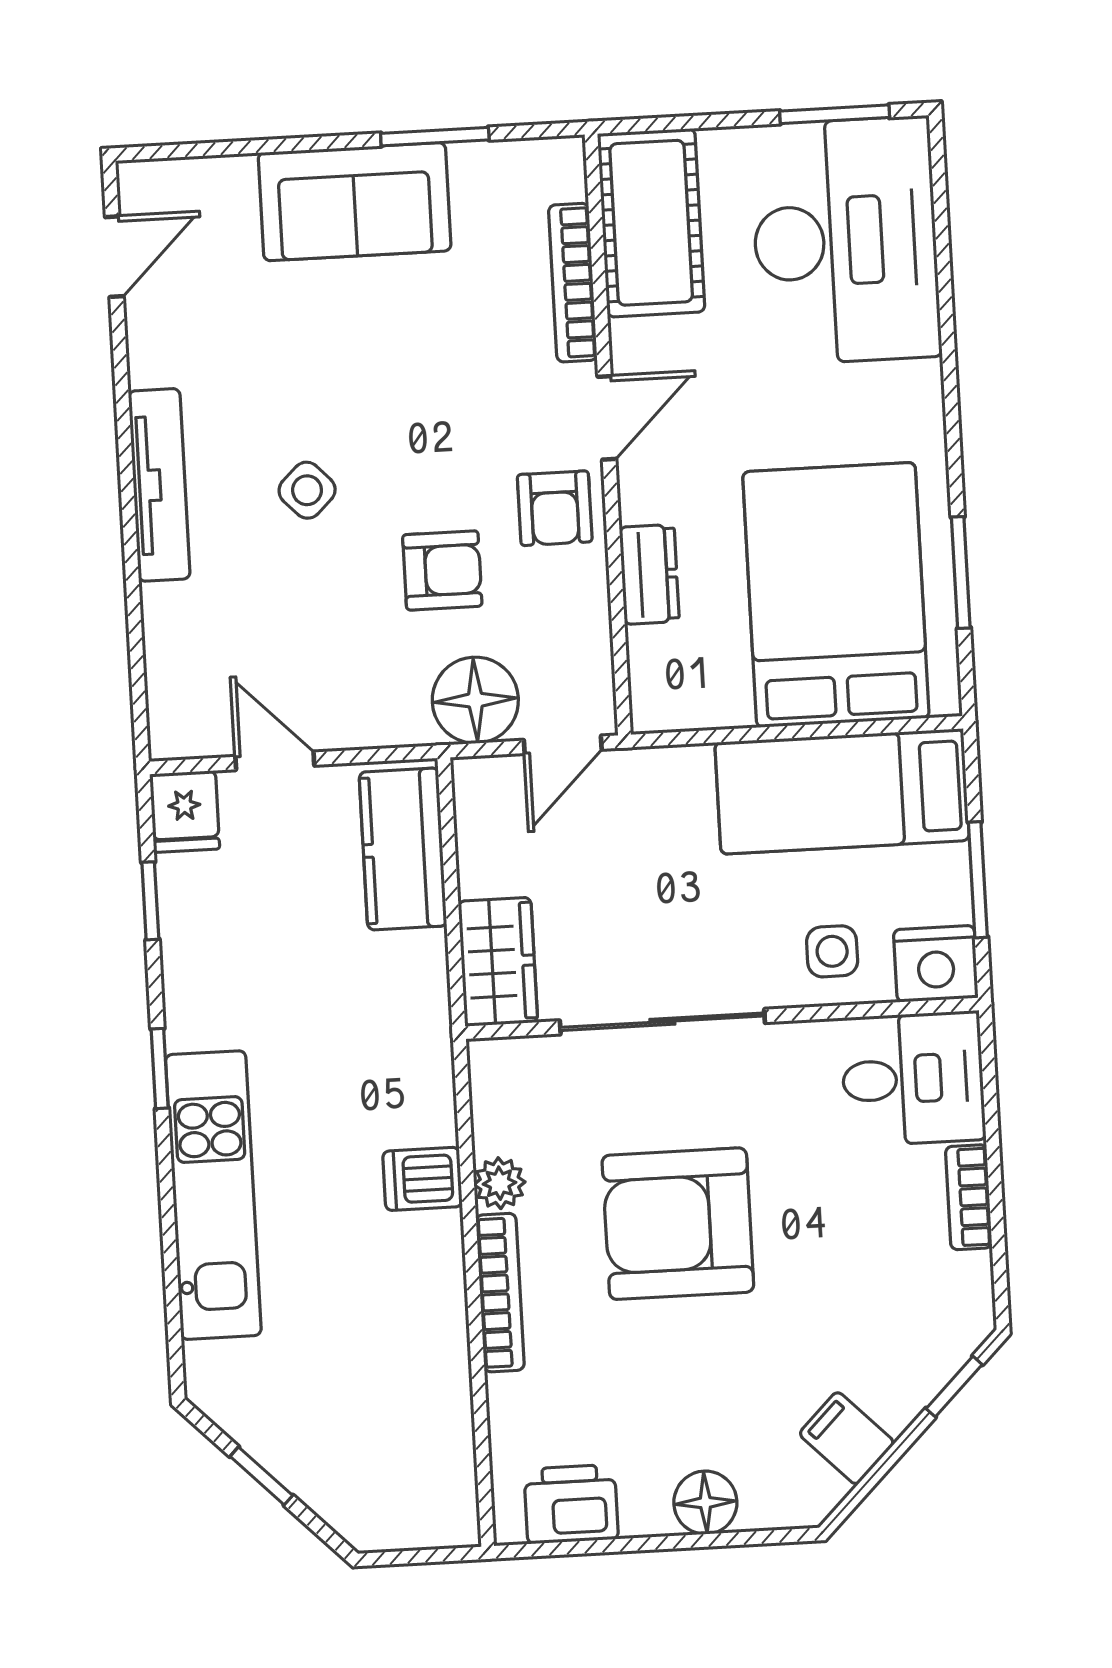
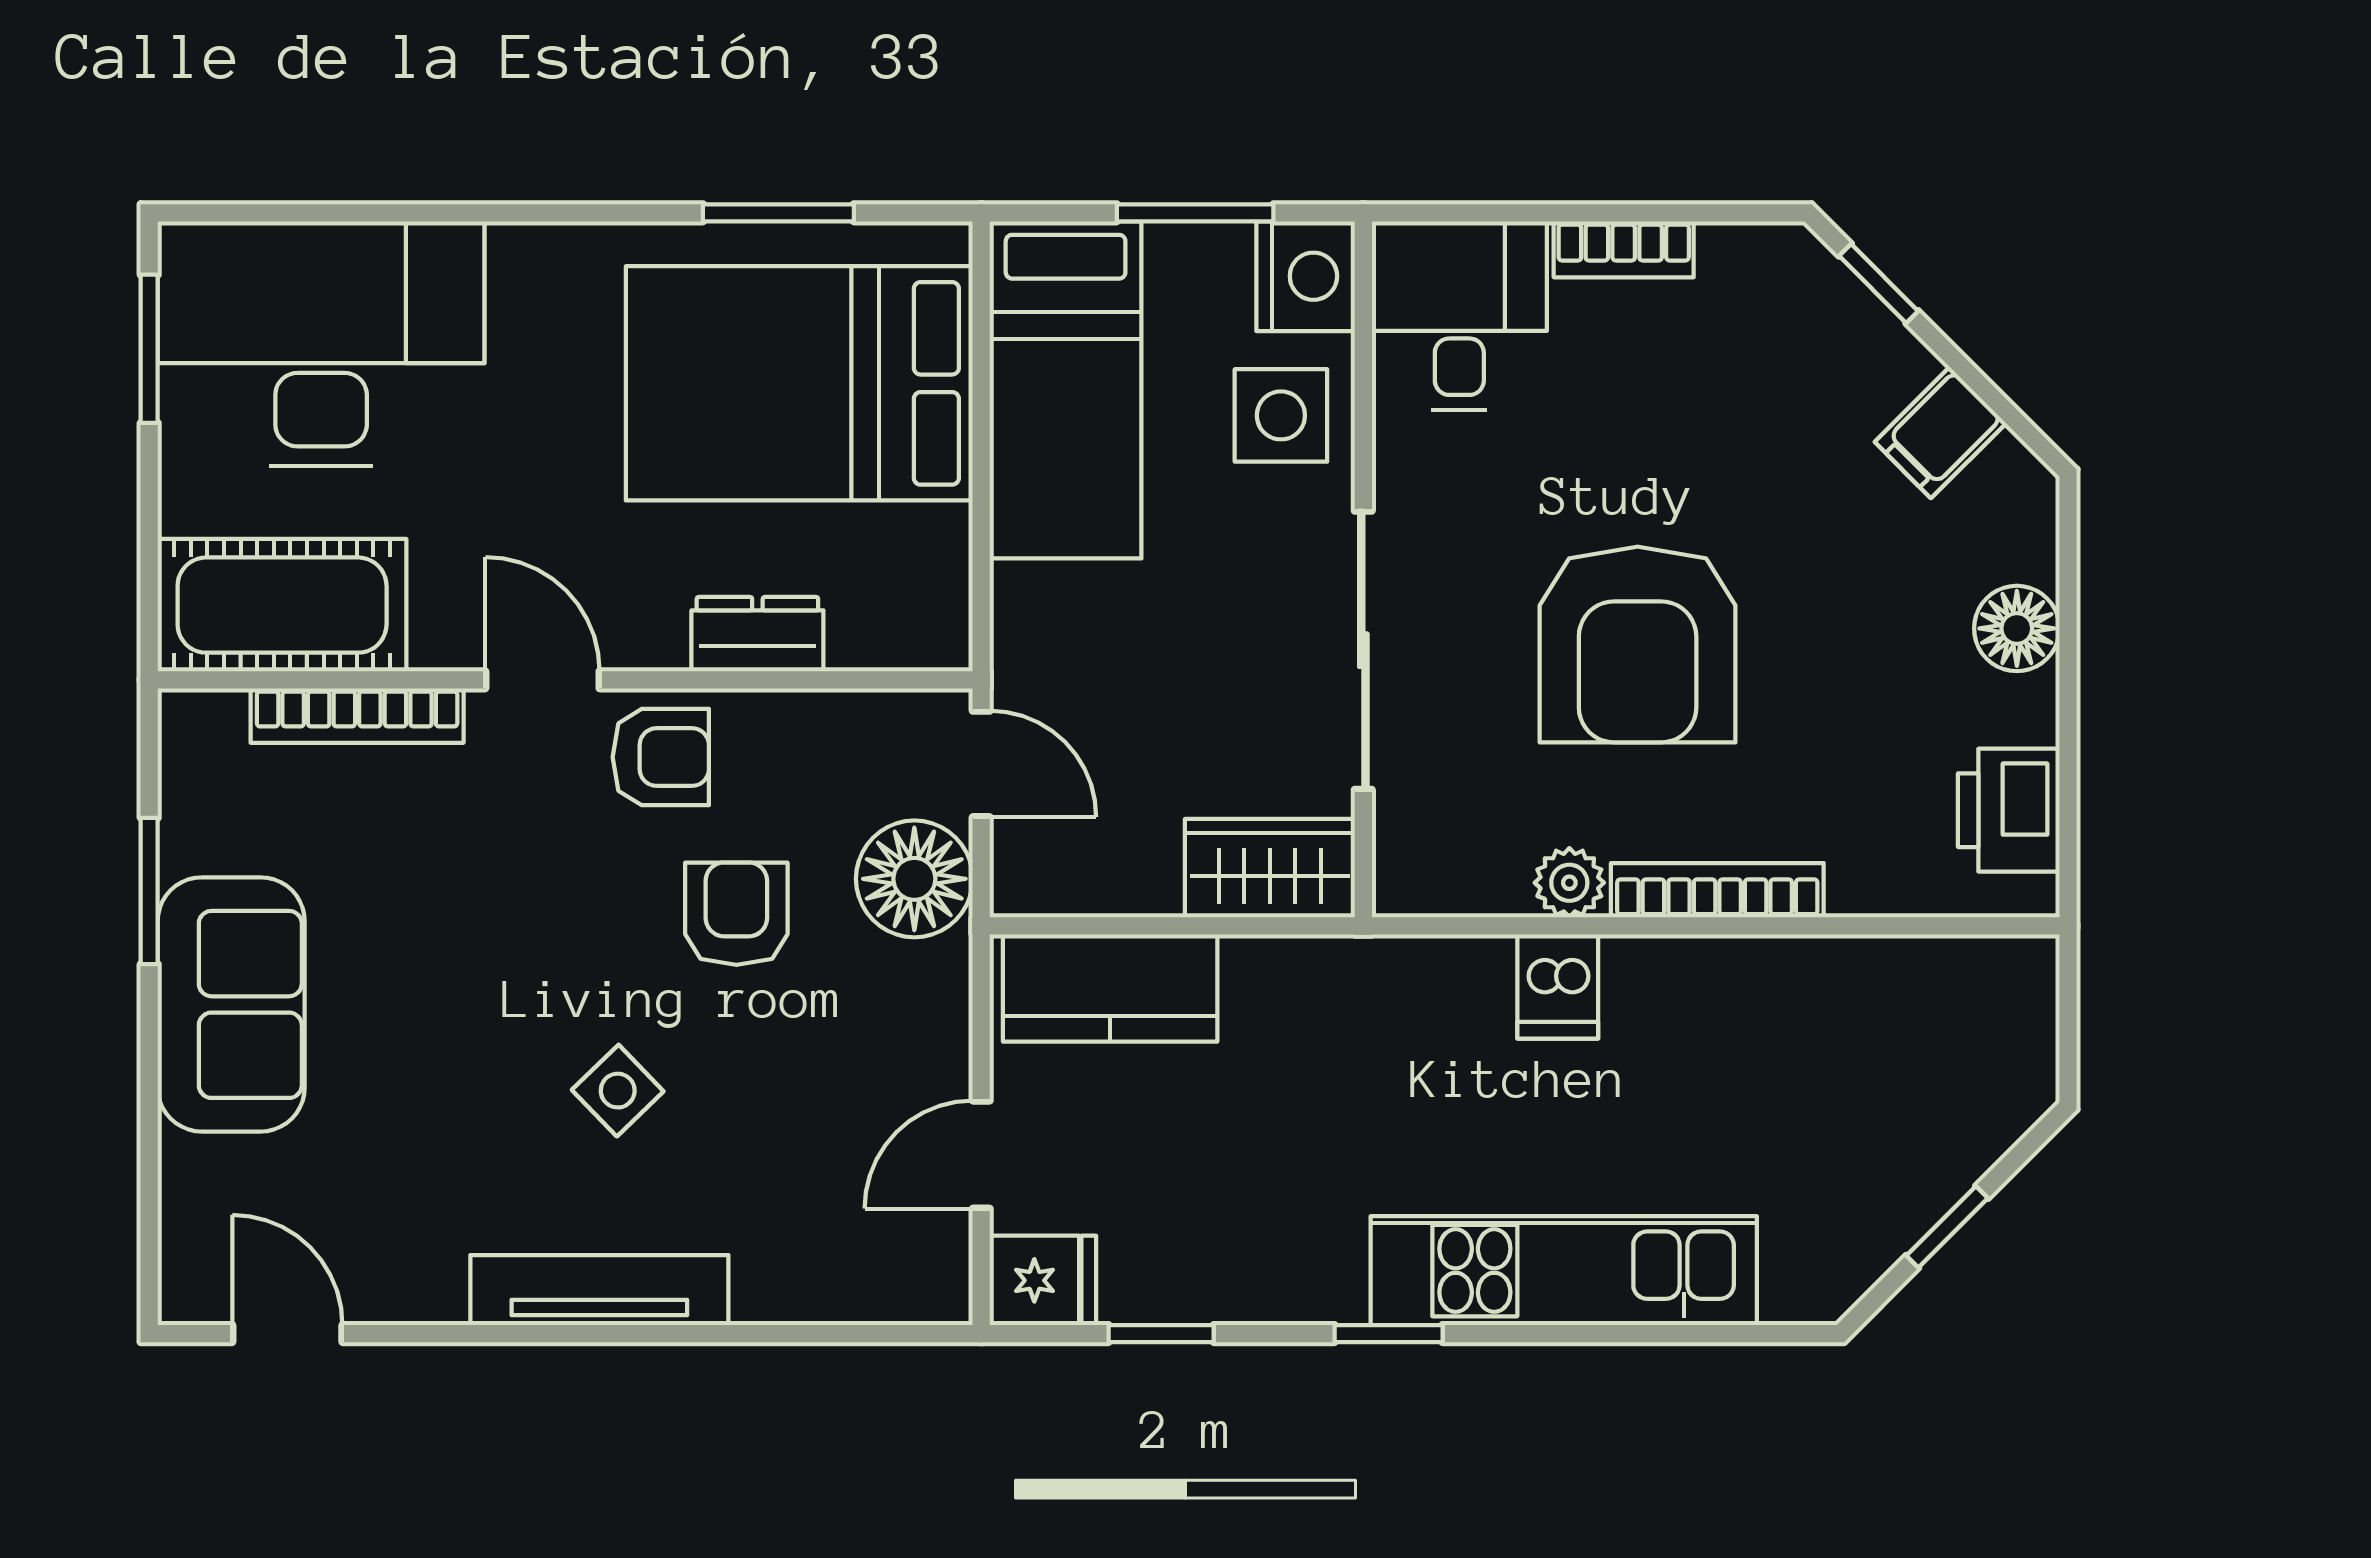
side table: (832, 951) -> (1281, 415), width x1.37, depth x1.37

